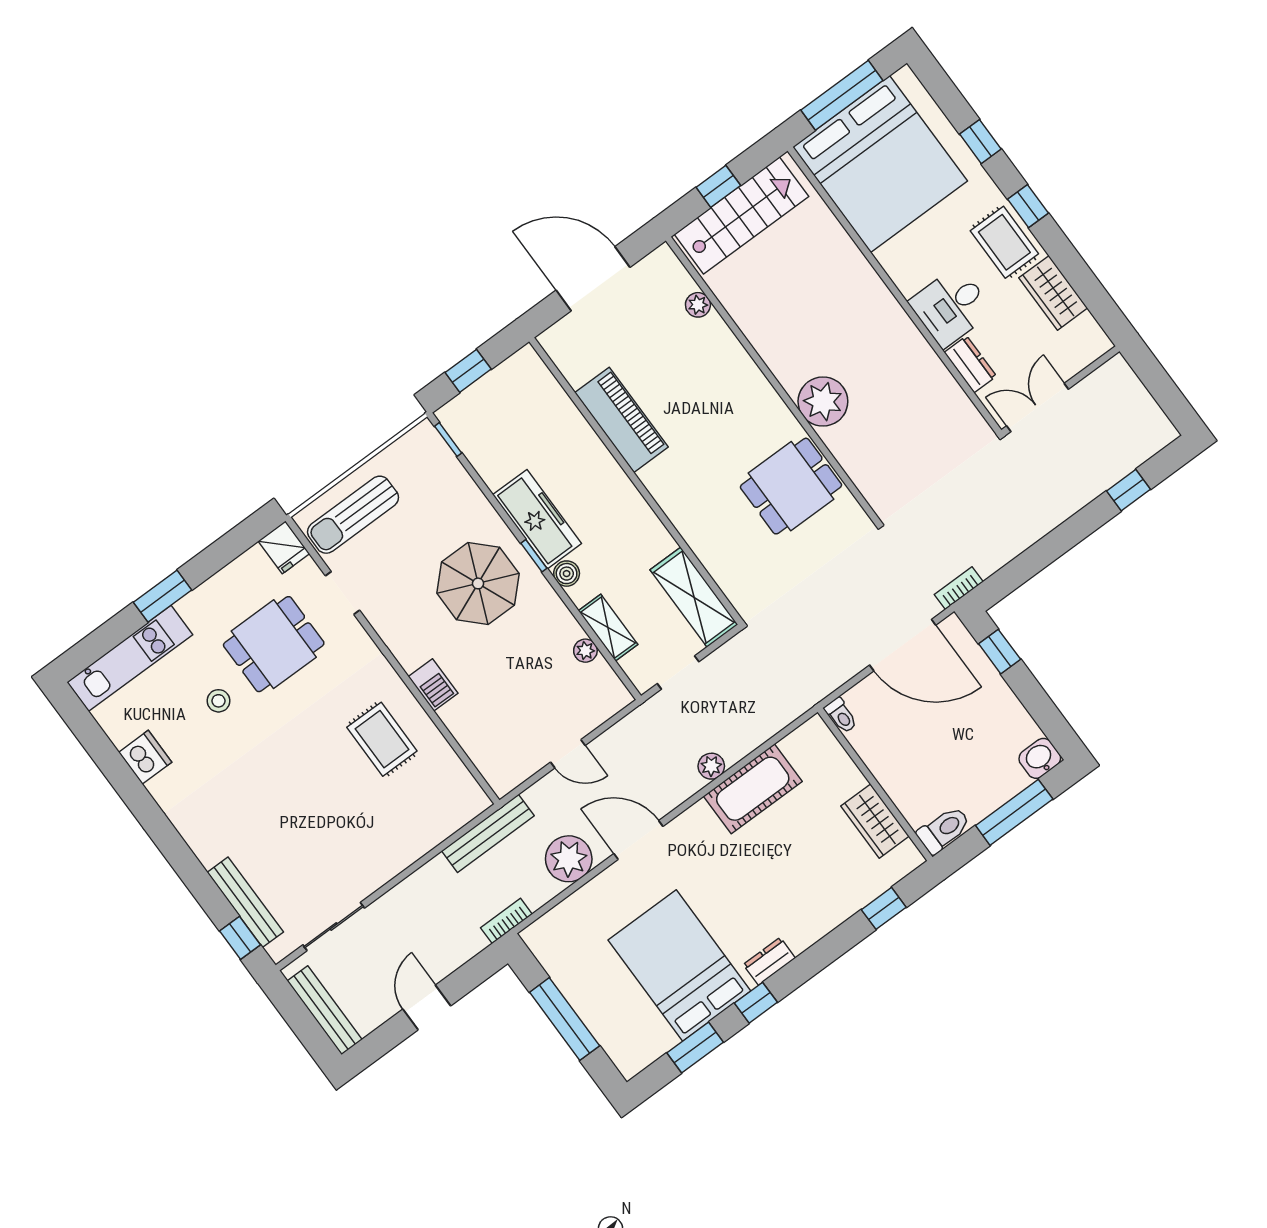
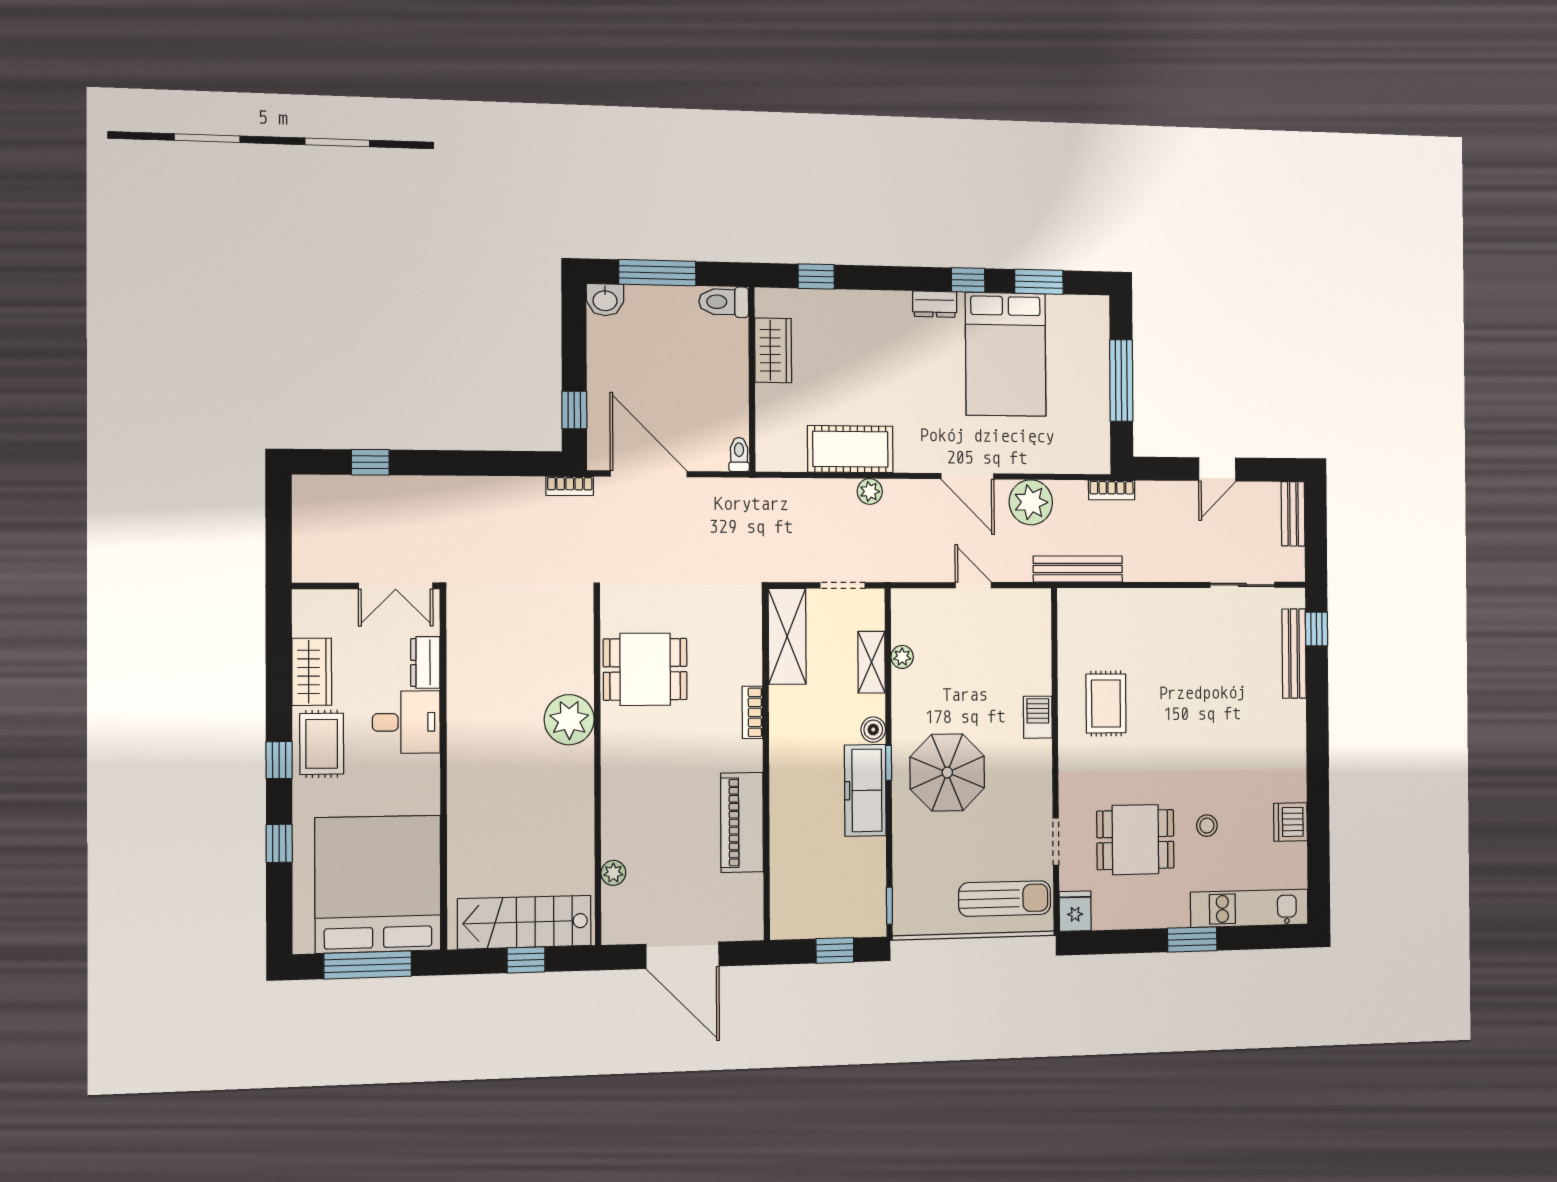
bookcase: (678, 515) -> (752, 712), added
bench: (325, 1010) -> (1293, 514), width x0.73

